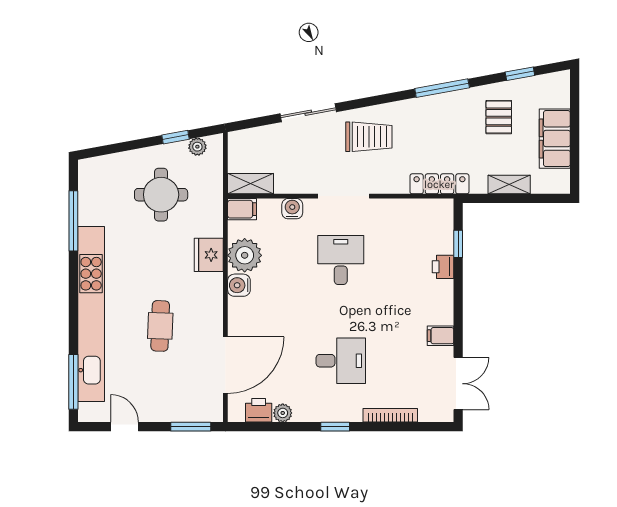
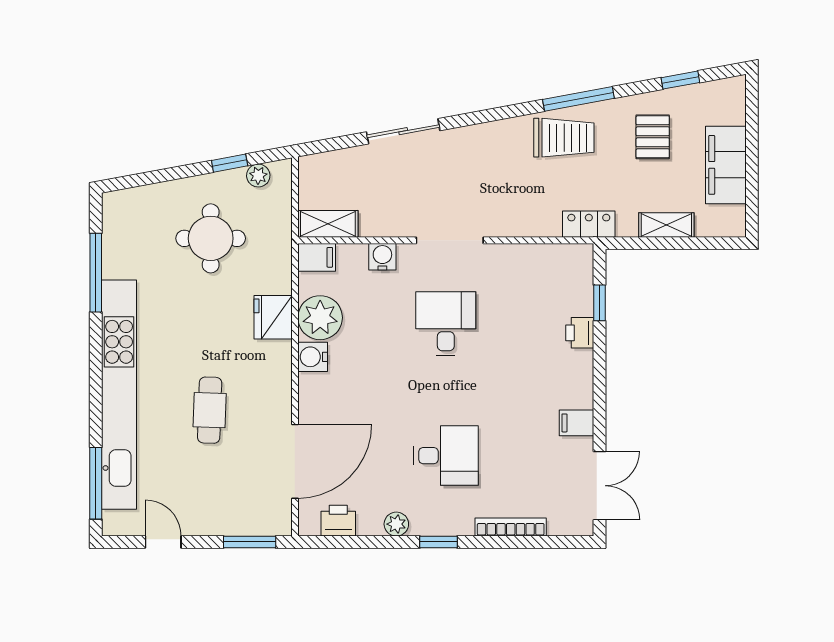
trolley: (369, 137) -> (564, 138), moved
locker: (439, 184) -> (589, 224), width x0.66
plant: (283, 413) -> (396, 524), moved

